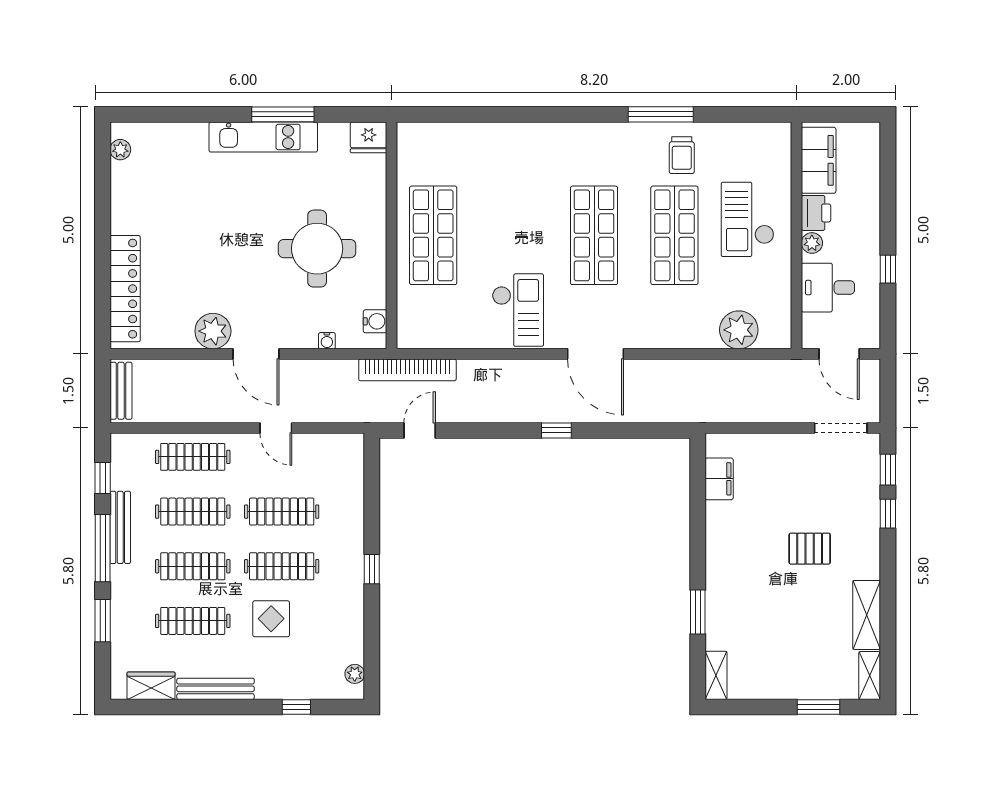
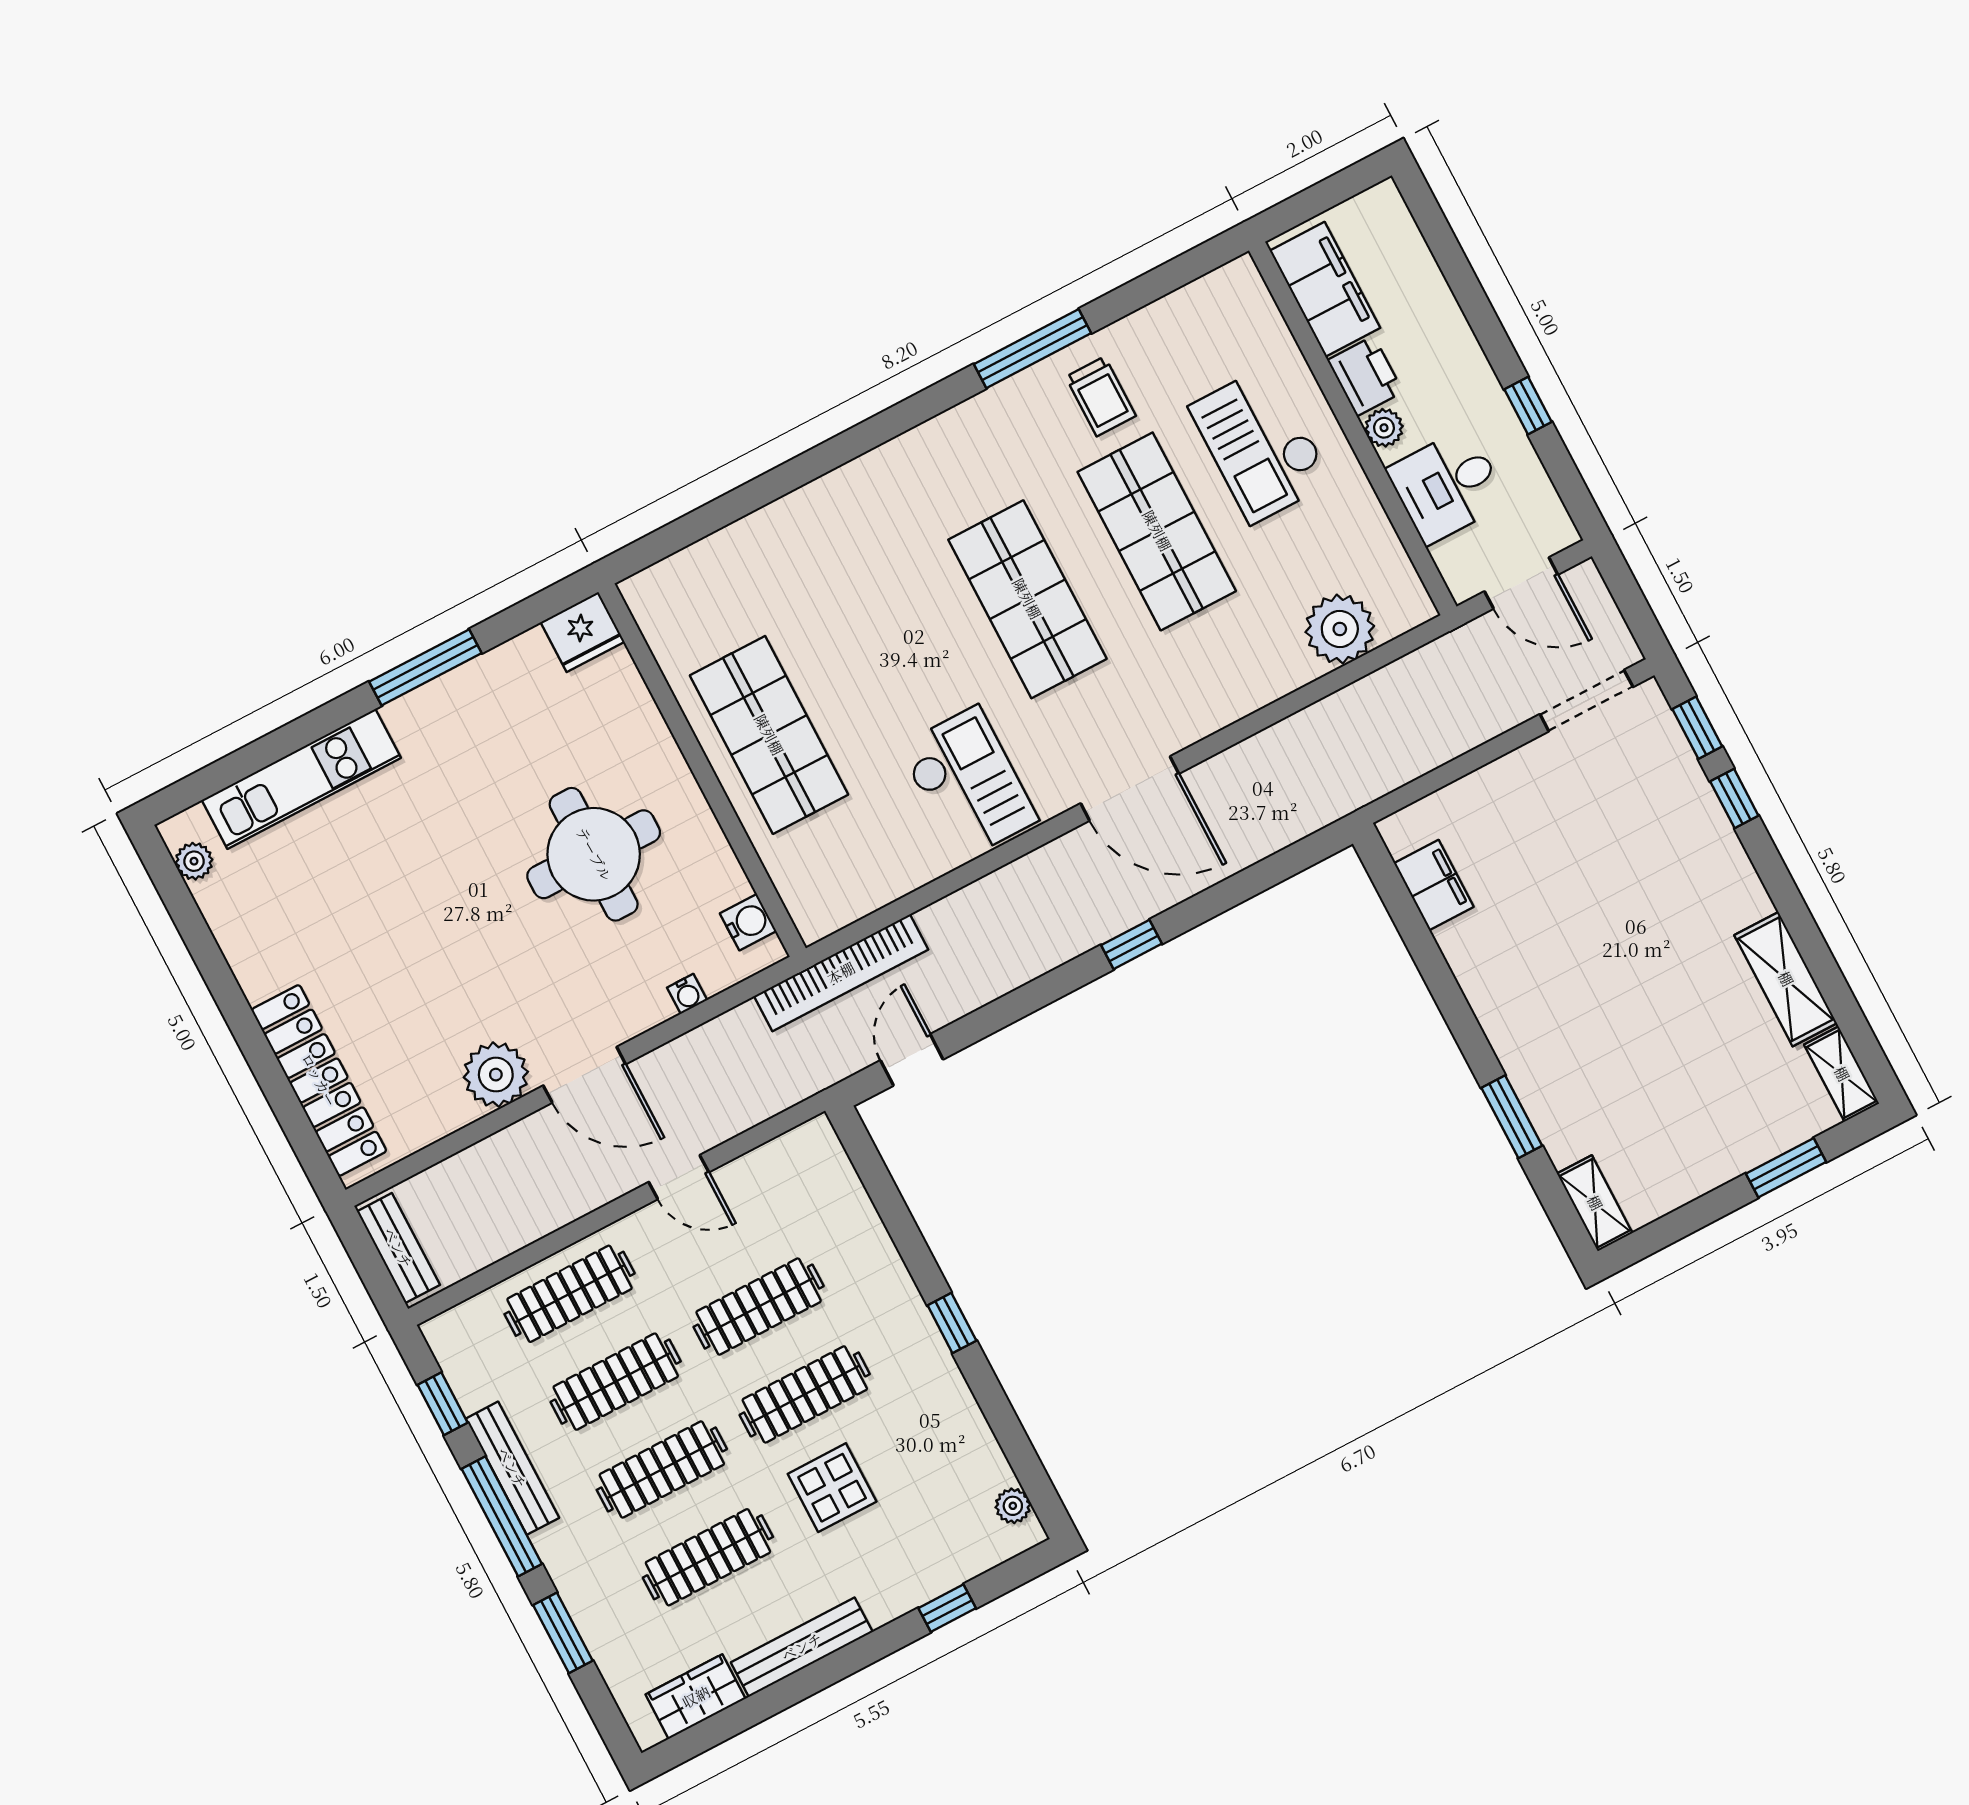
kitchen unit: (263, 137) -> (301, 779), moved
pallet: (810, 549) -> (1638, 921), removed

